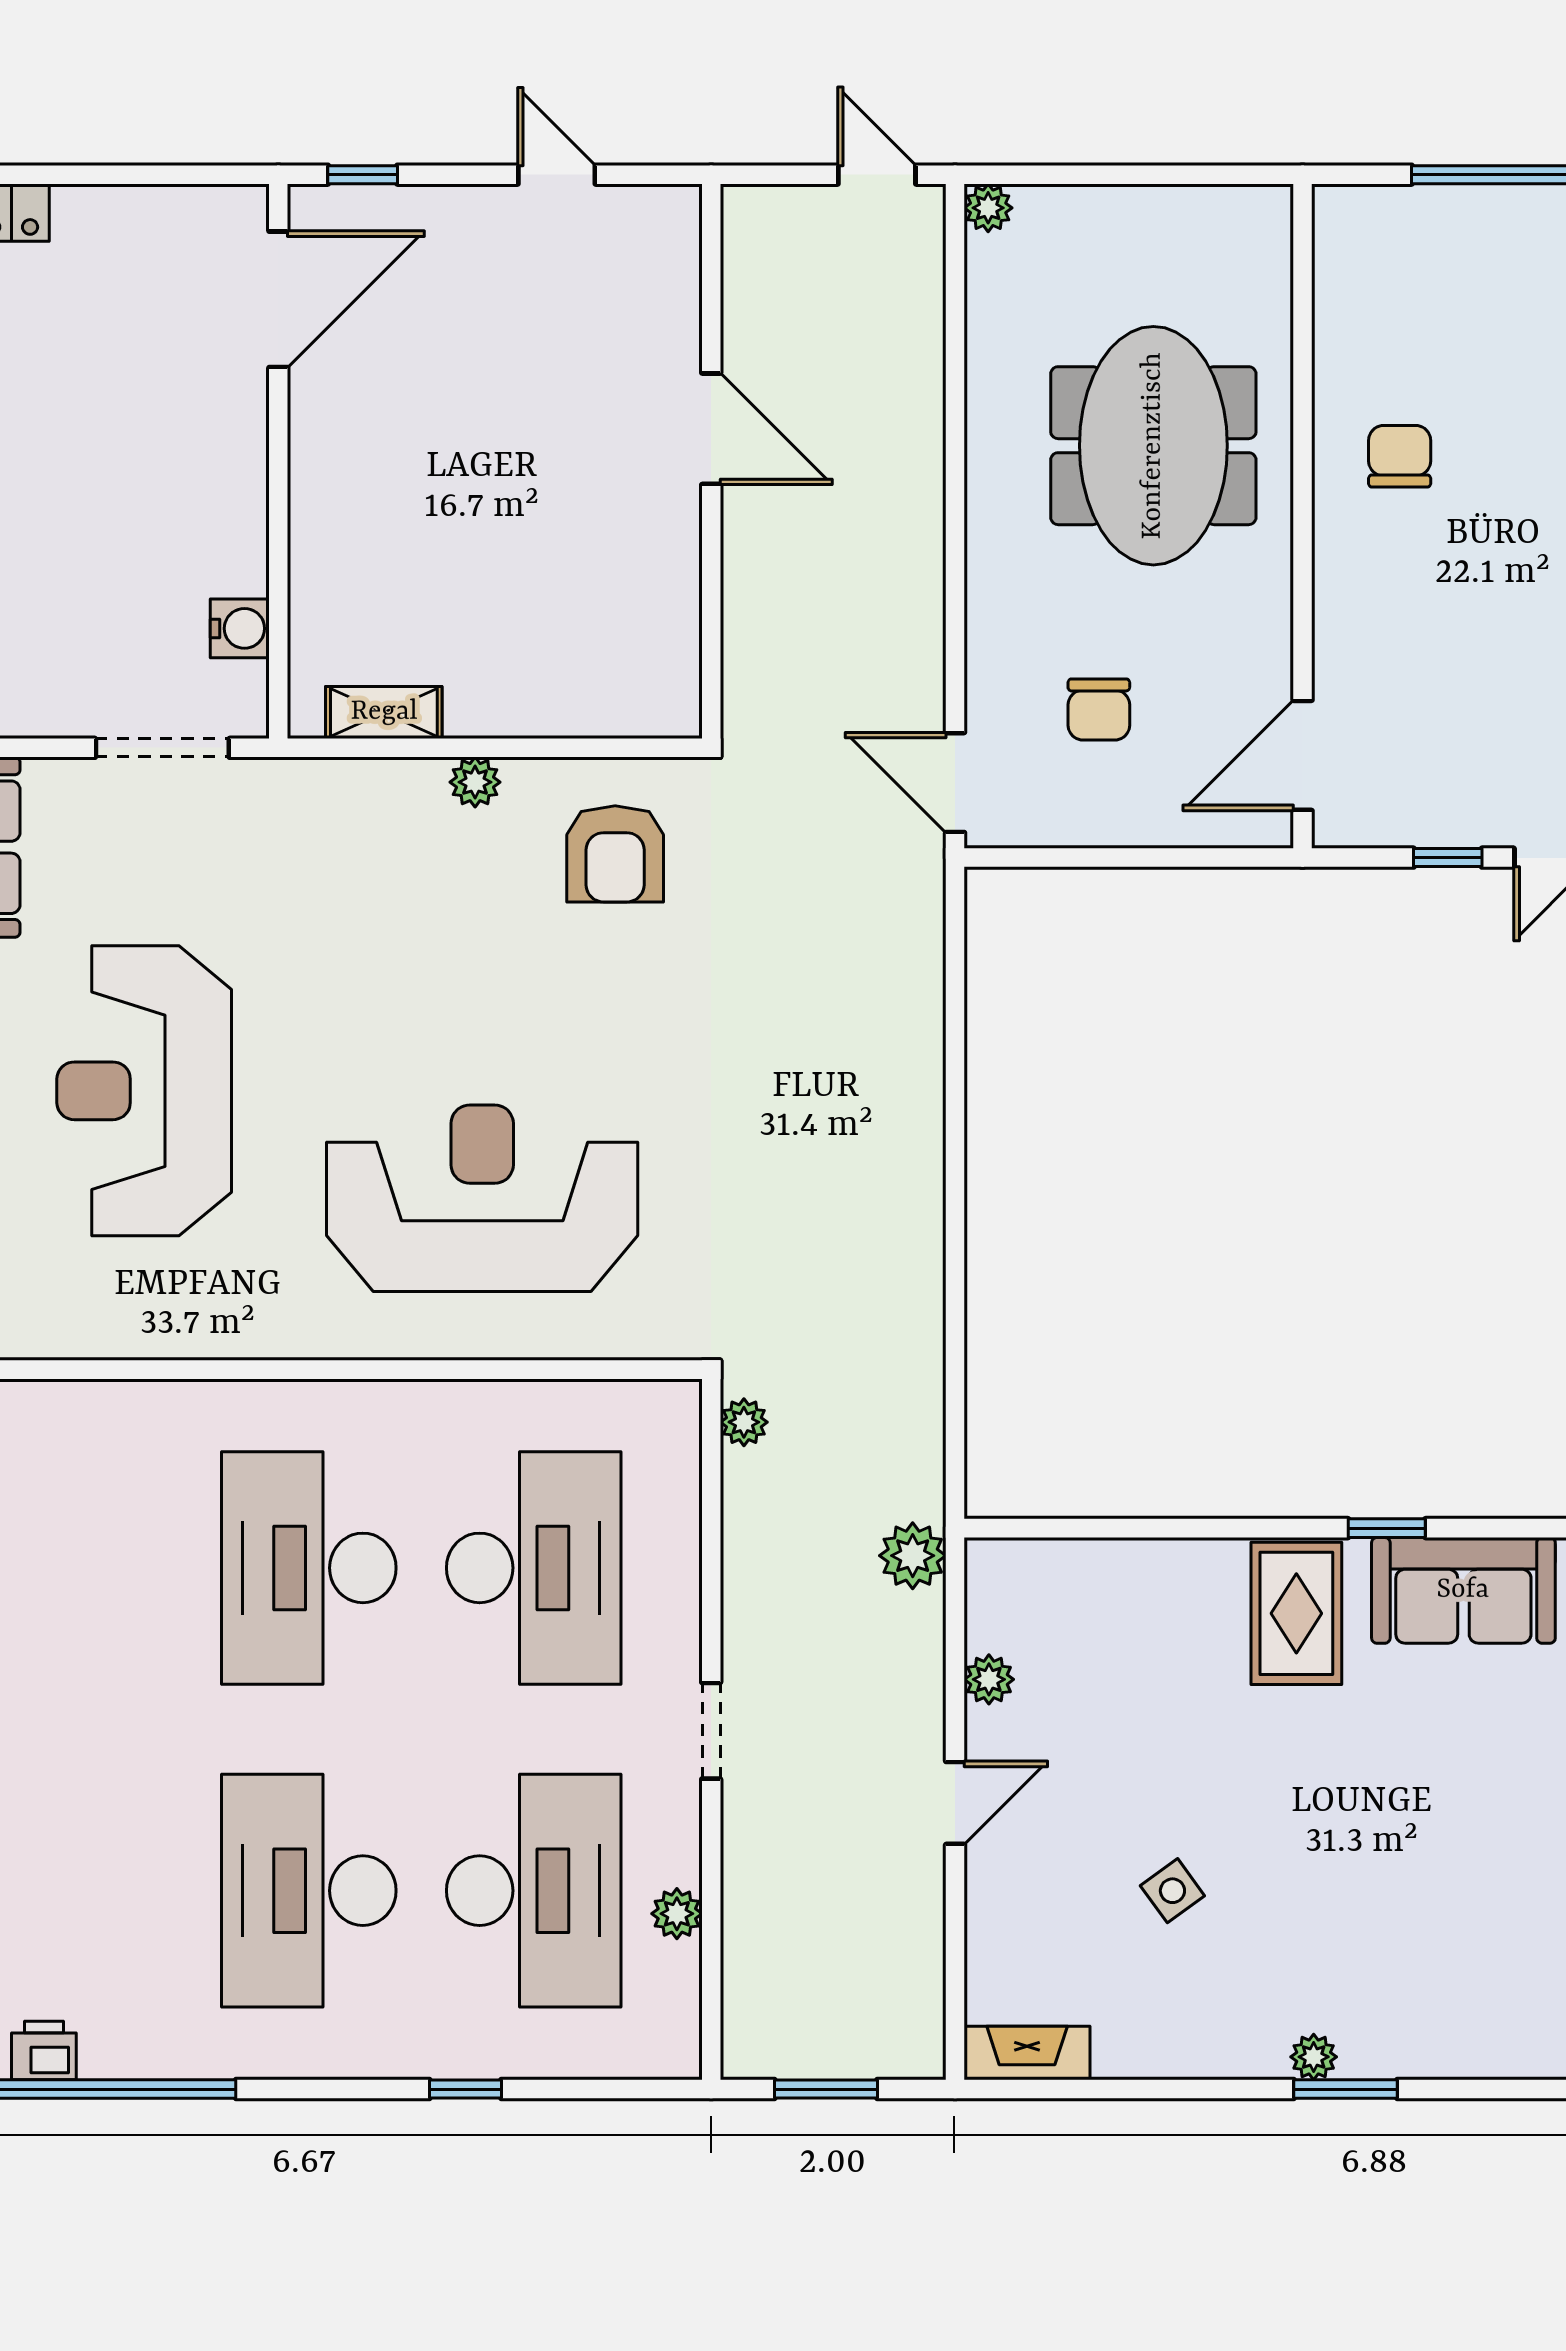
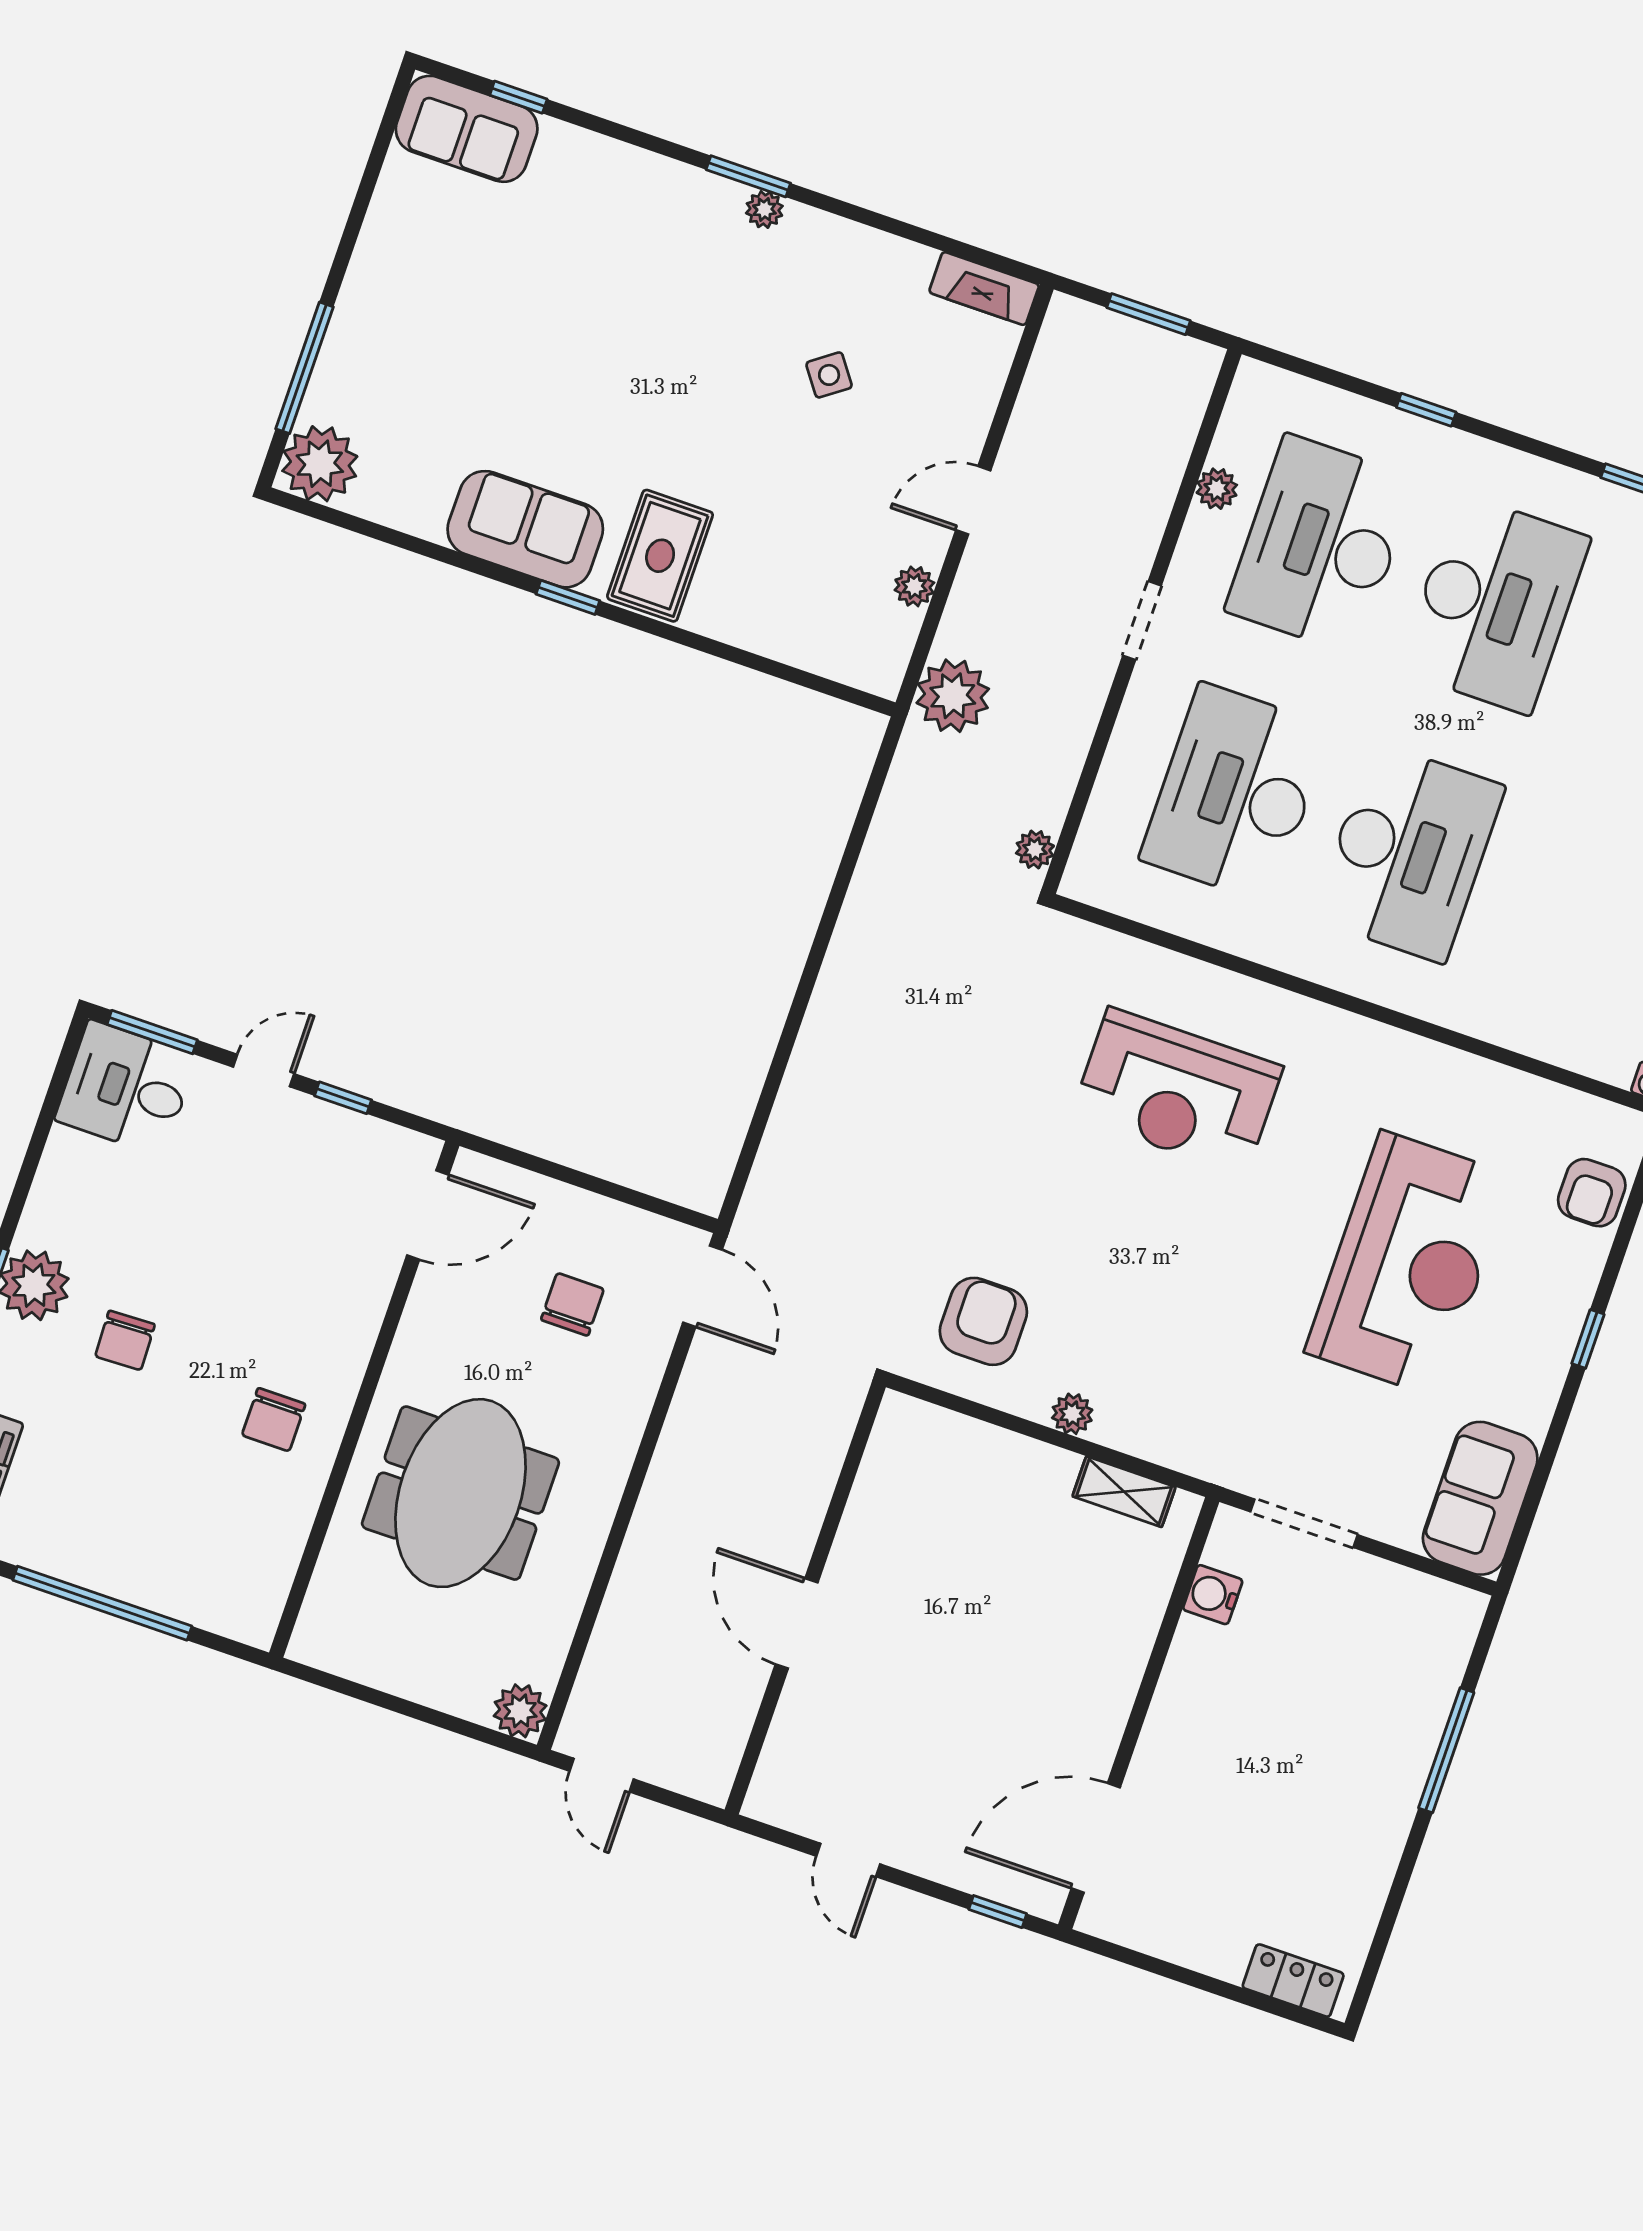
plant: (988, 208) -> (520, 1711), width x1.38, depth x1.38
reception desk: (482, 1198) -> (1177, 1091), width x0.74, depth x0.77
plant: (913, 1556) -> (953, 696), width x1.36, depth x1.36

